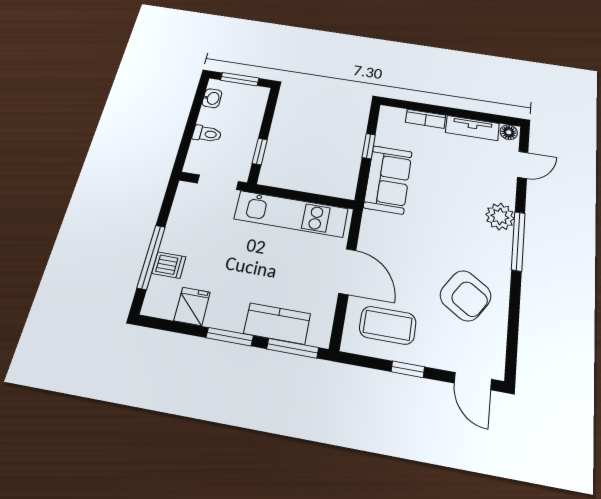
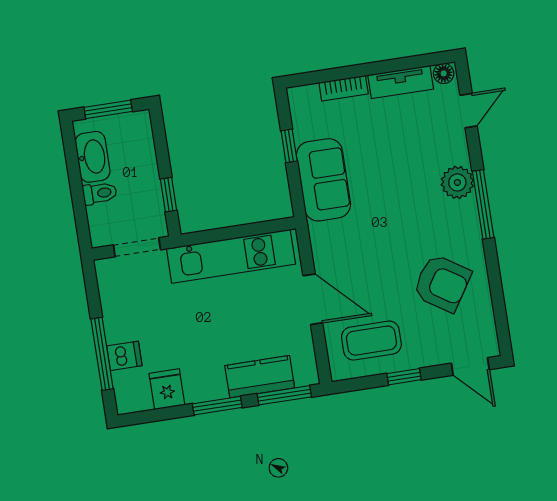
washbasin: (212, 98) -> (93, 157), width x1.91, depth x1.45

